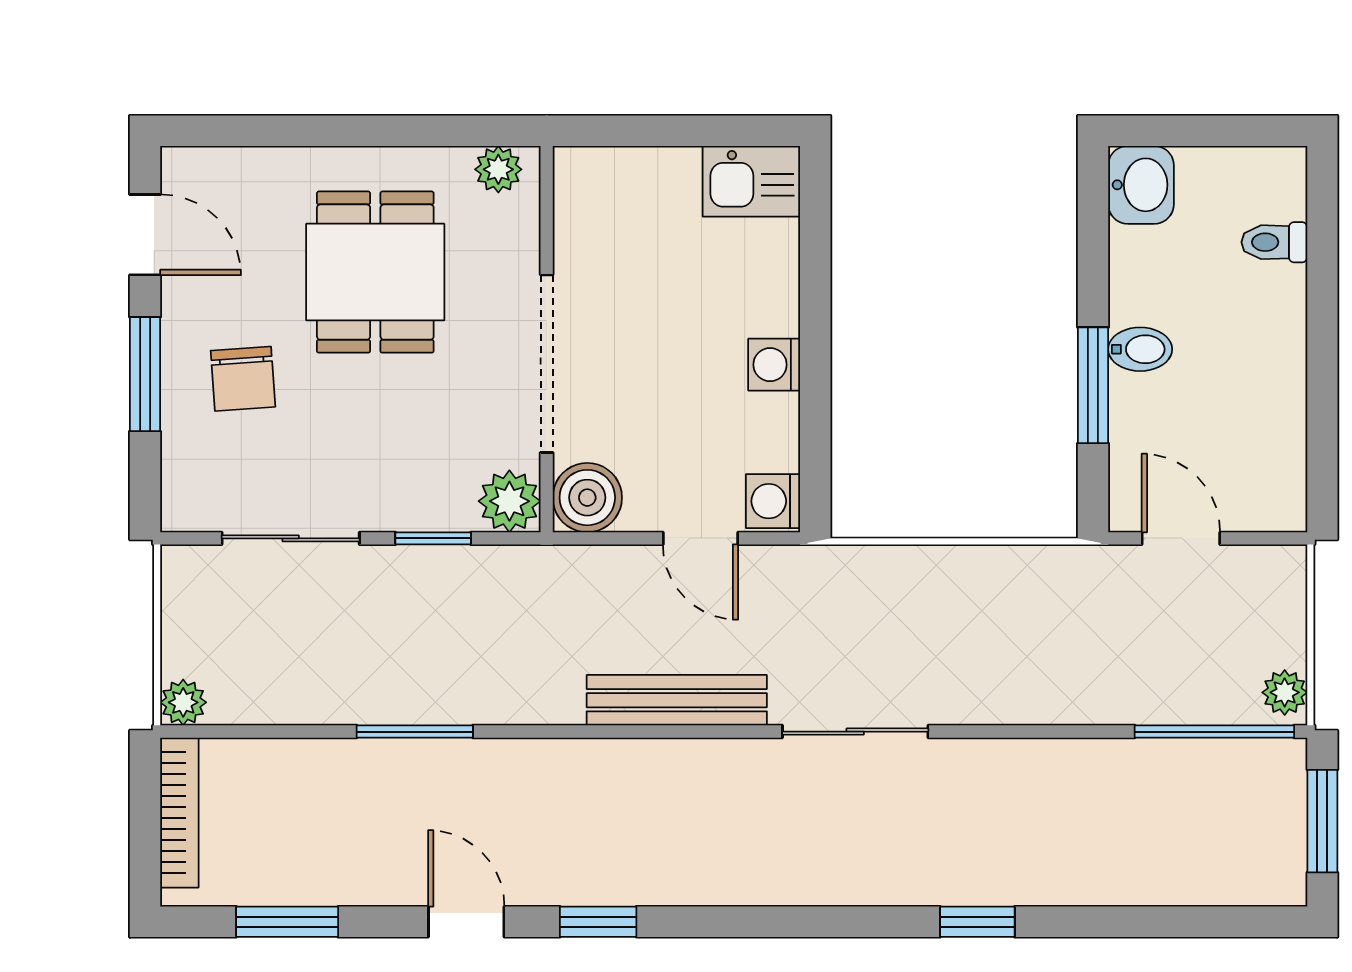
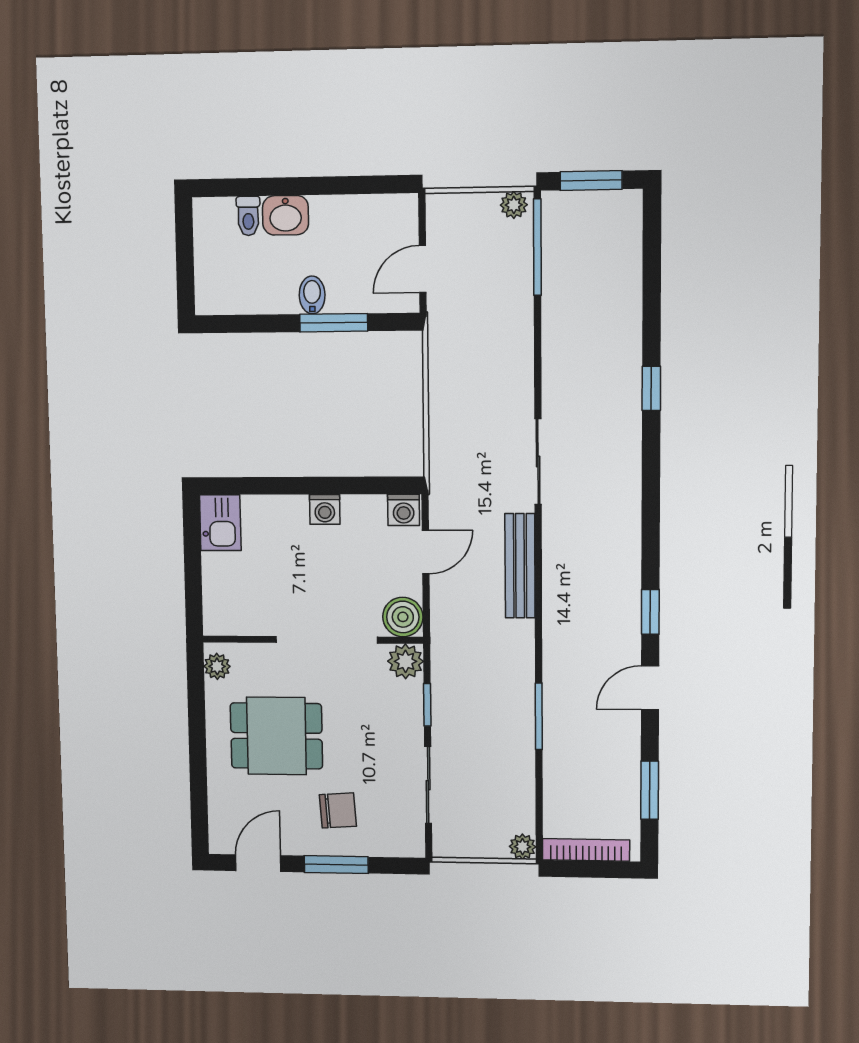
washbasin: (1141, 185) -> (286, 215), moved, turned 180

